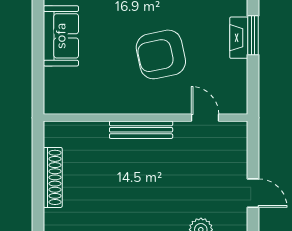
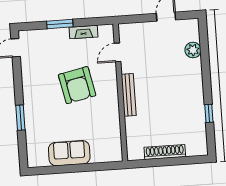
fireplace: (239, 38) -> (83, 32), moved

